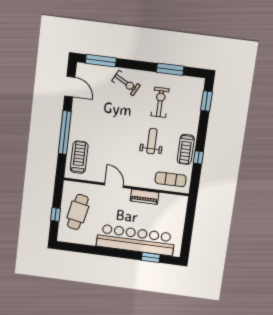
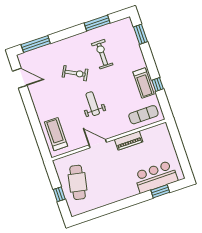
exercise bike: (126, 83) -> (75, 73), moved
window: (65, 133) -> (34, 119), removed
weight bench: (152, 141) -> (93, 104), moved
bar counter: (136, 240) -> (156, 177), width x0.54

